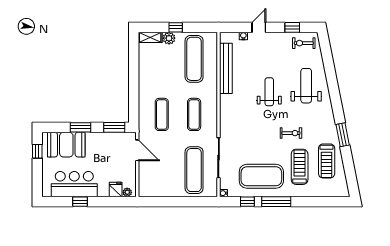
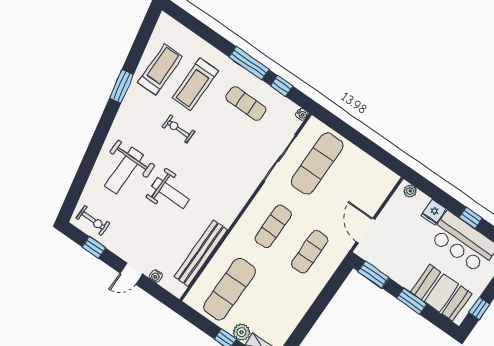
weight bench: (269, 92) -> (170, 193), turned -90
exercise mat: (261, 176) -> (246, 104), width x0.50, depth x0.69
fridge: (116, 189) -> (434, 212), moved

